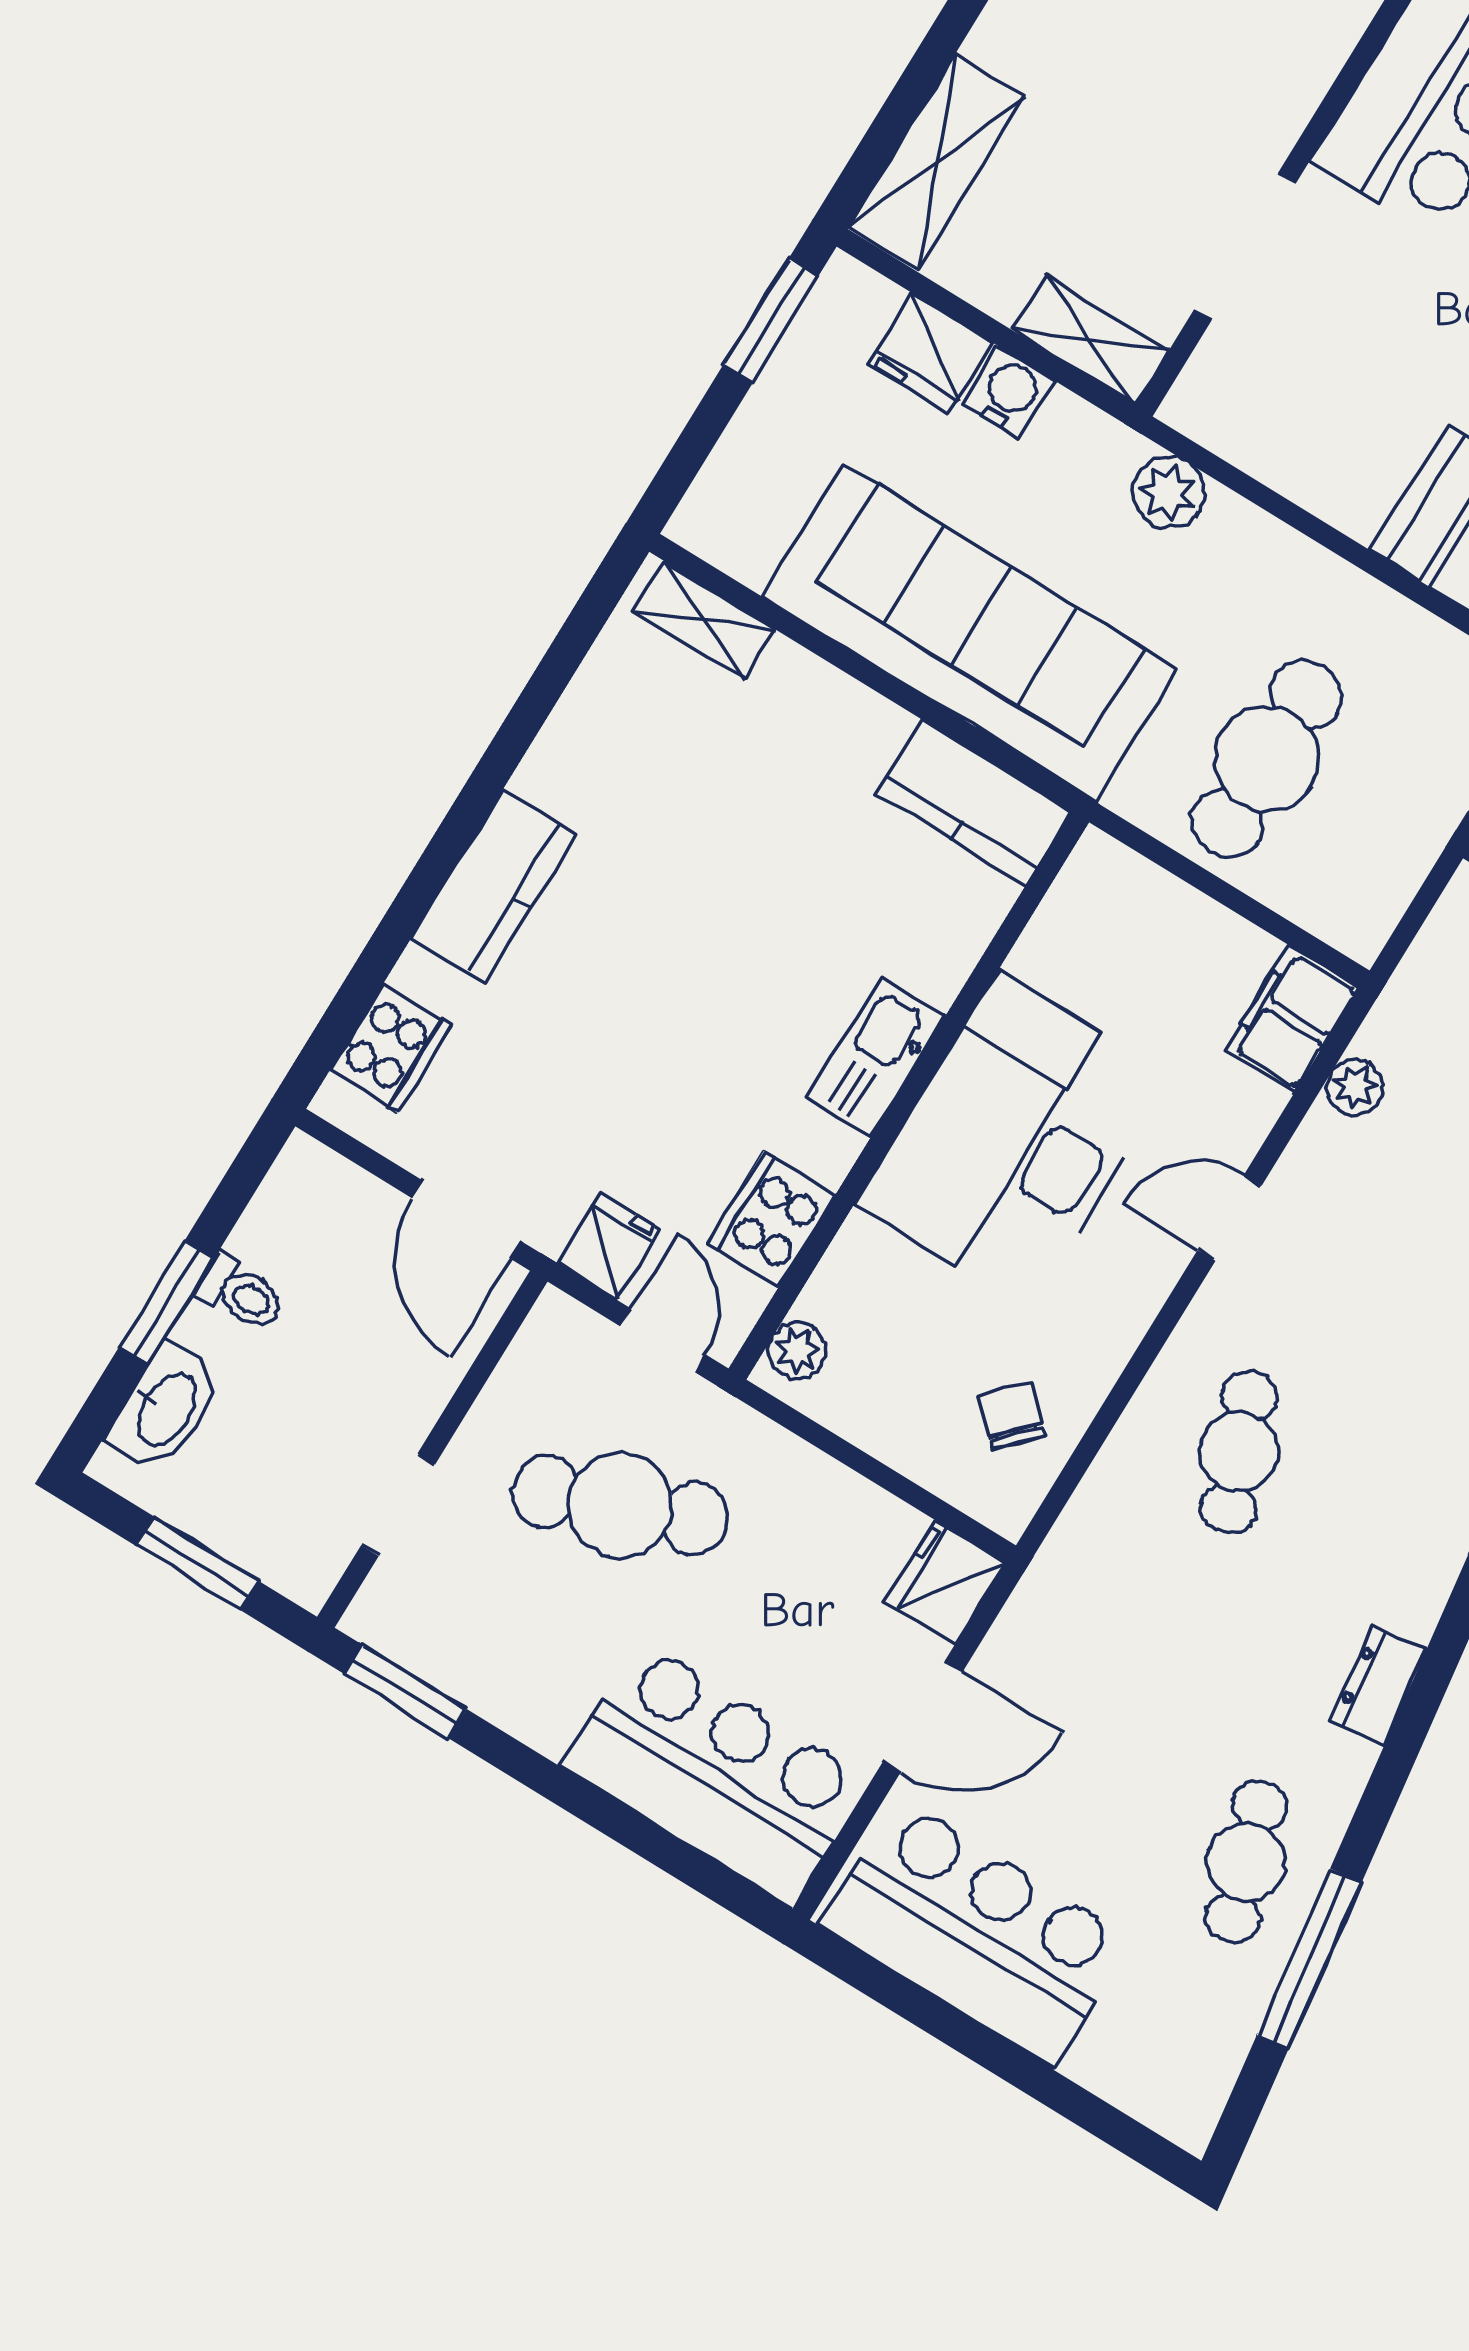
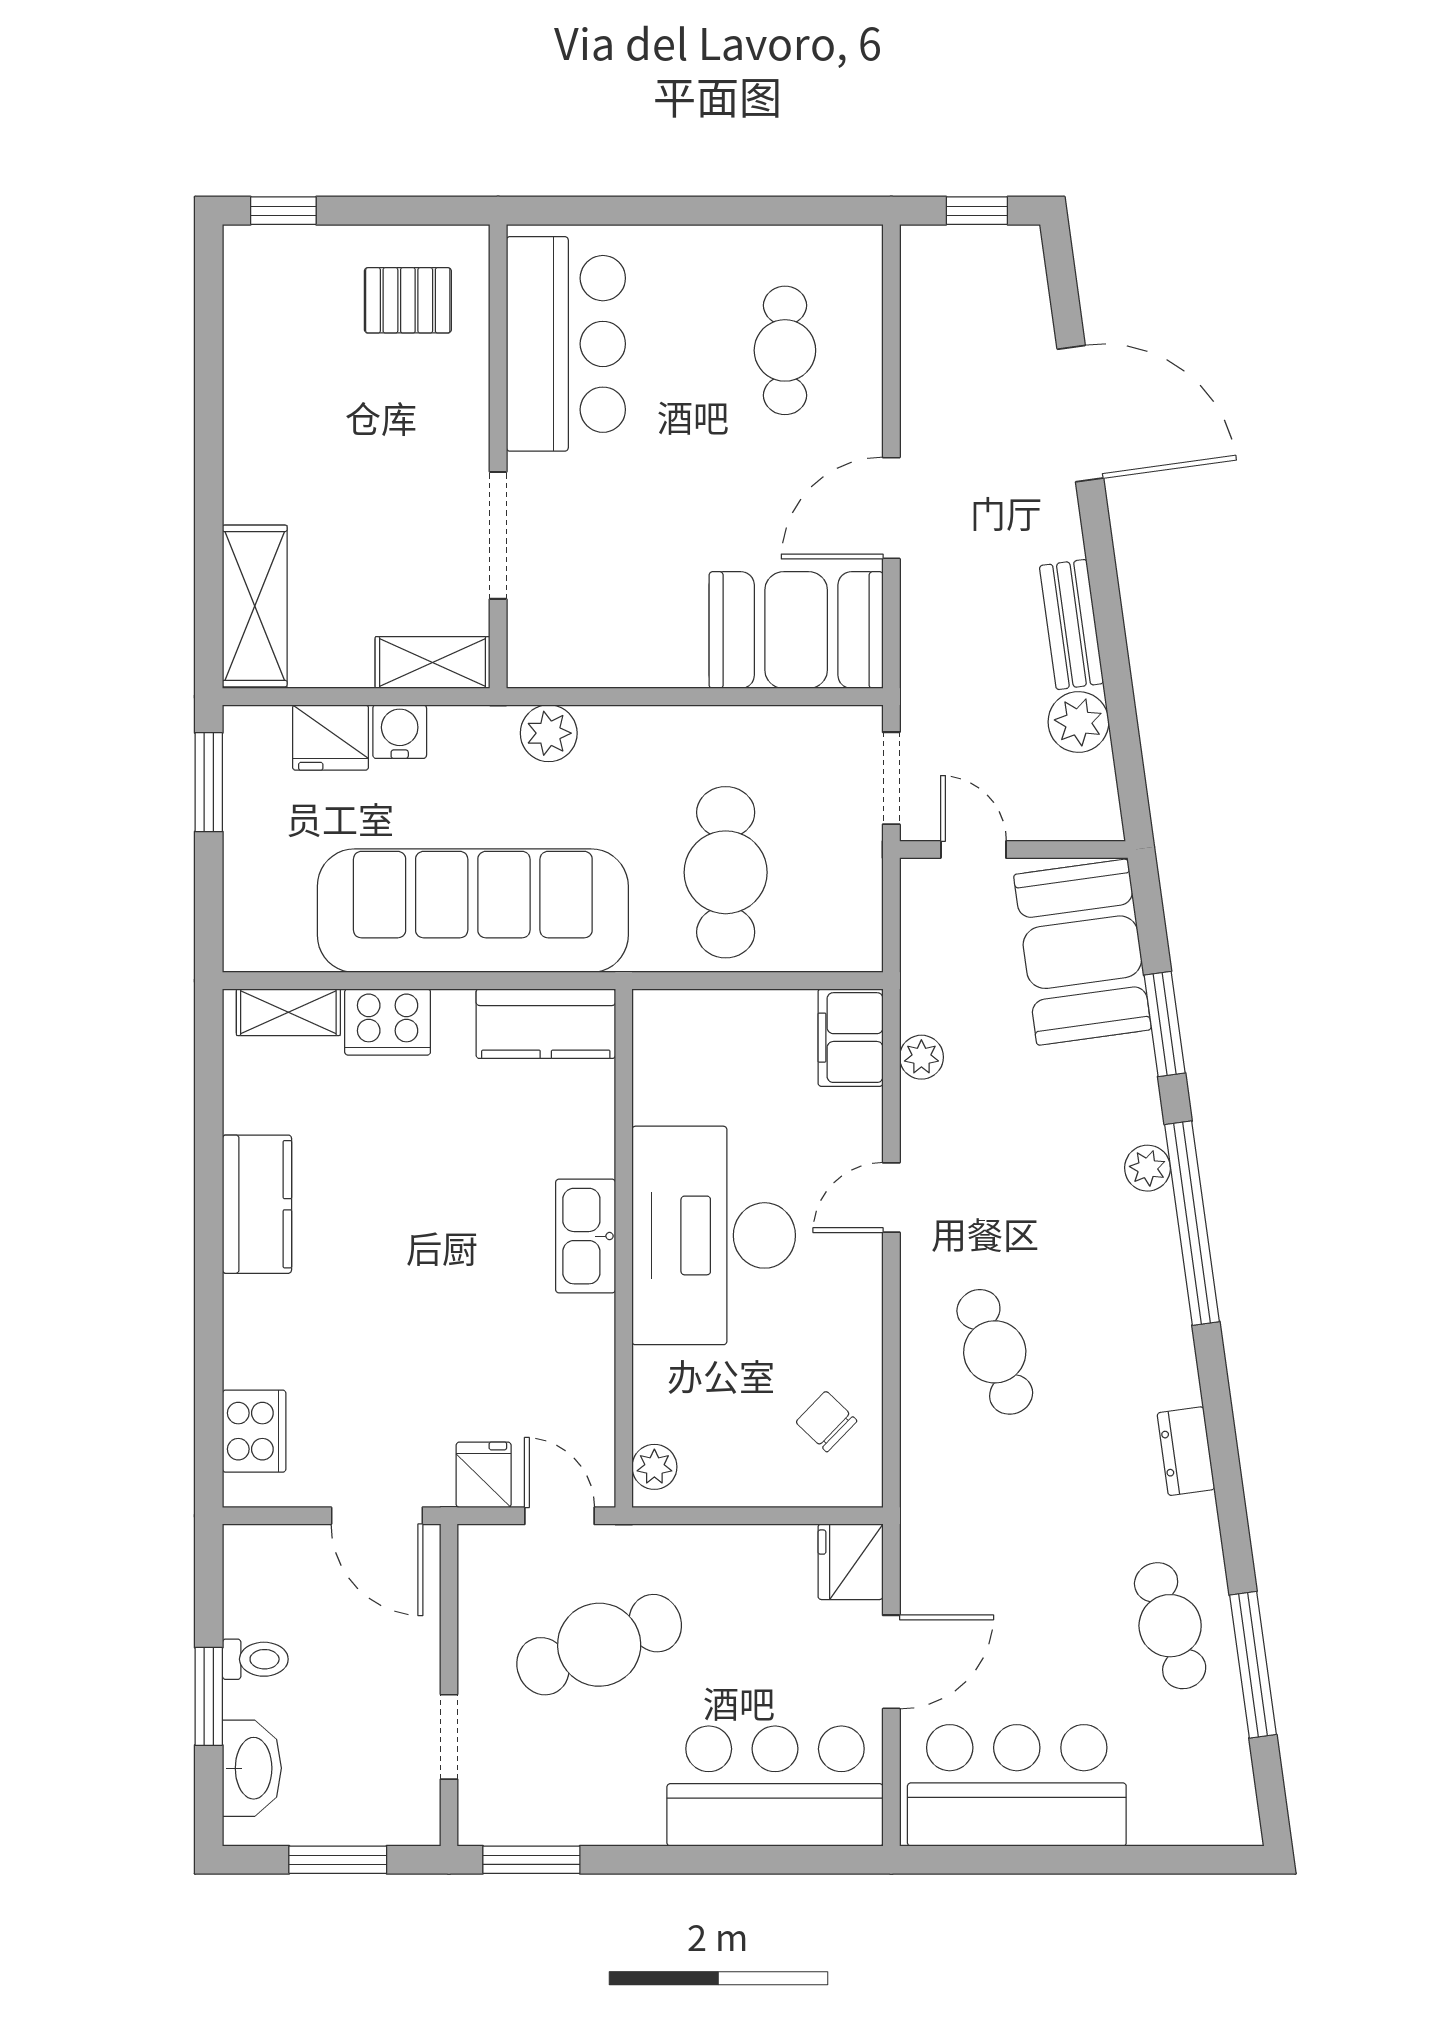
kitchen counter: (494, 886) -> (257, 1204), moved
cooker: (771, 1219) -> (388, 1022), moved, turned -90

